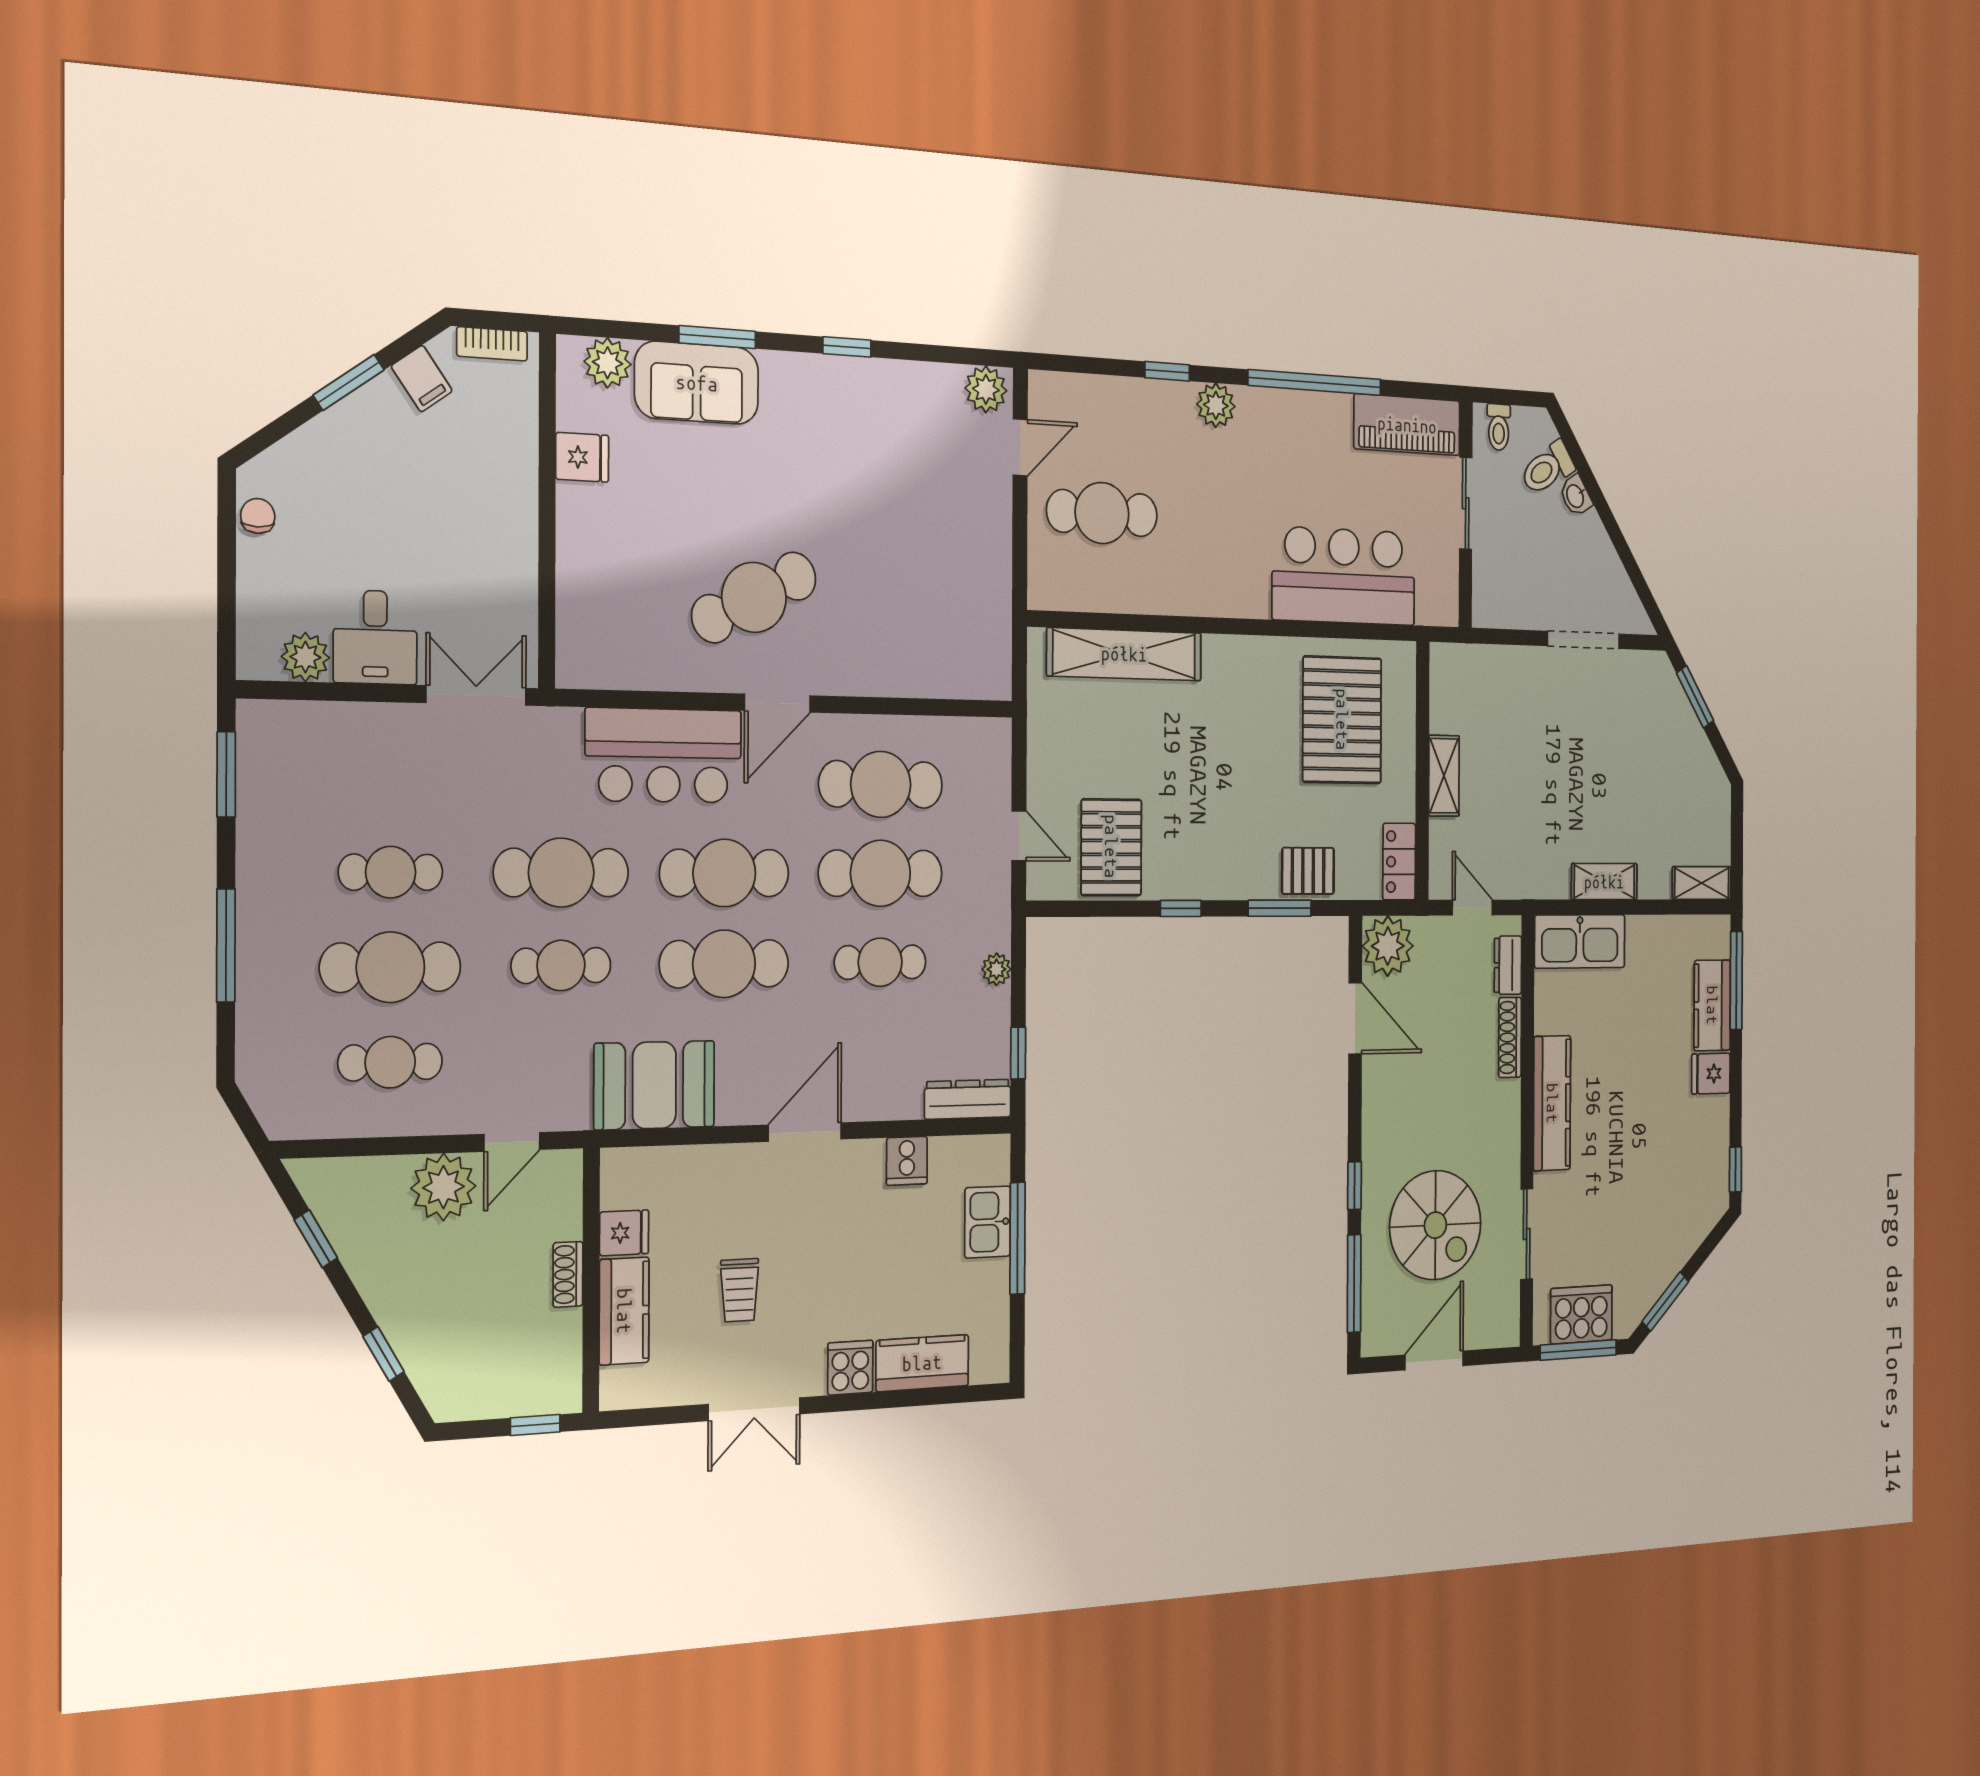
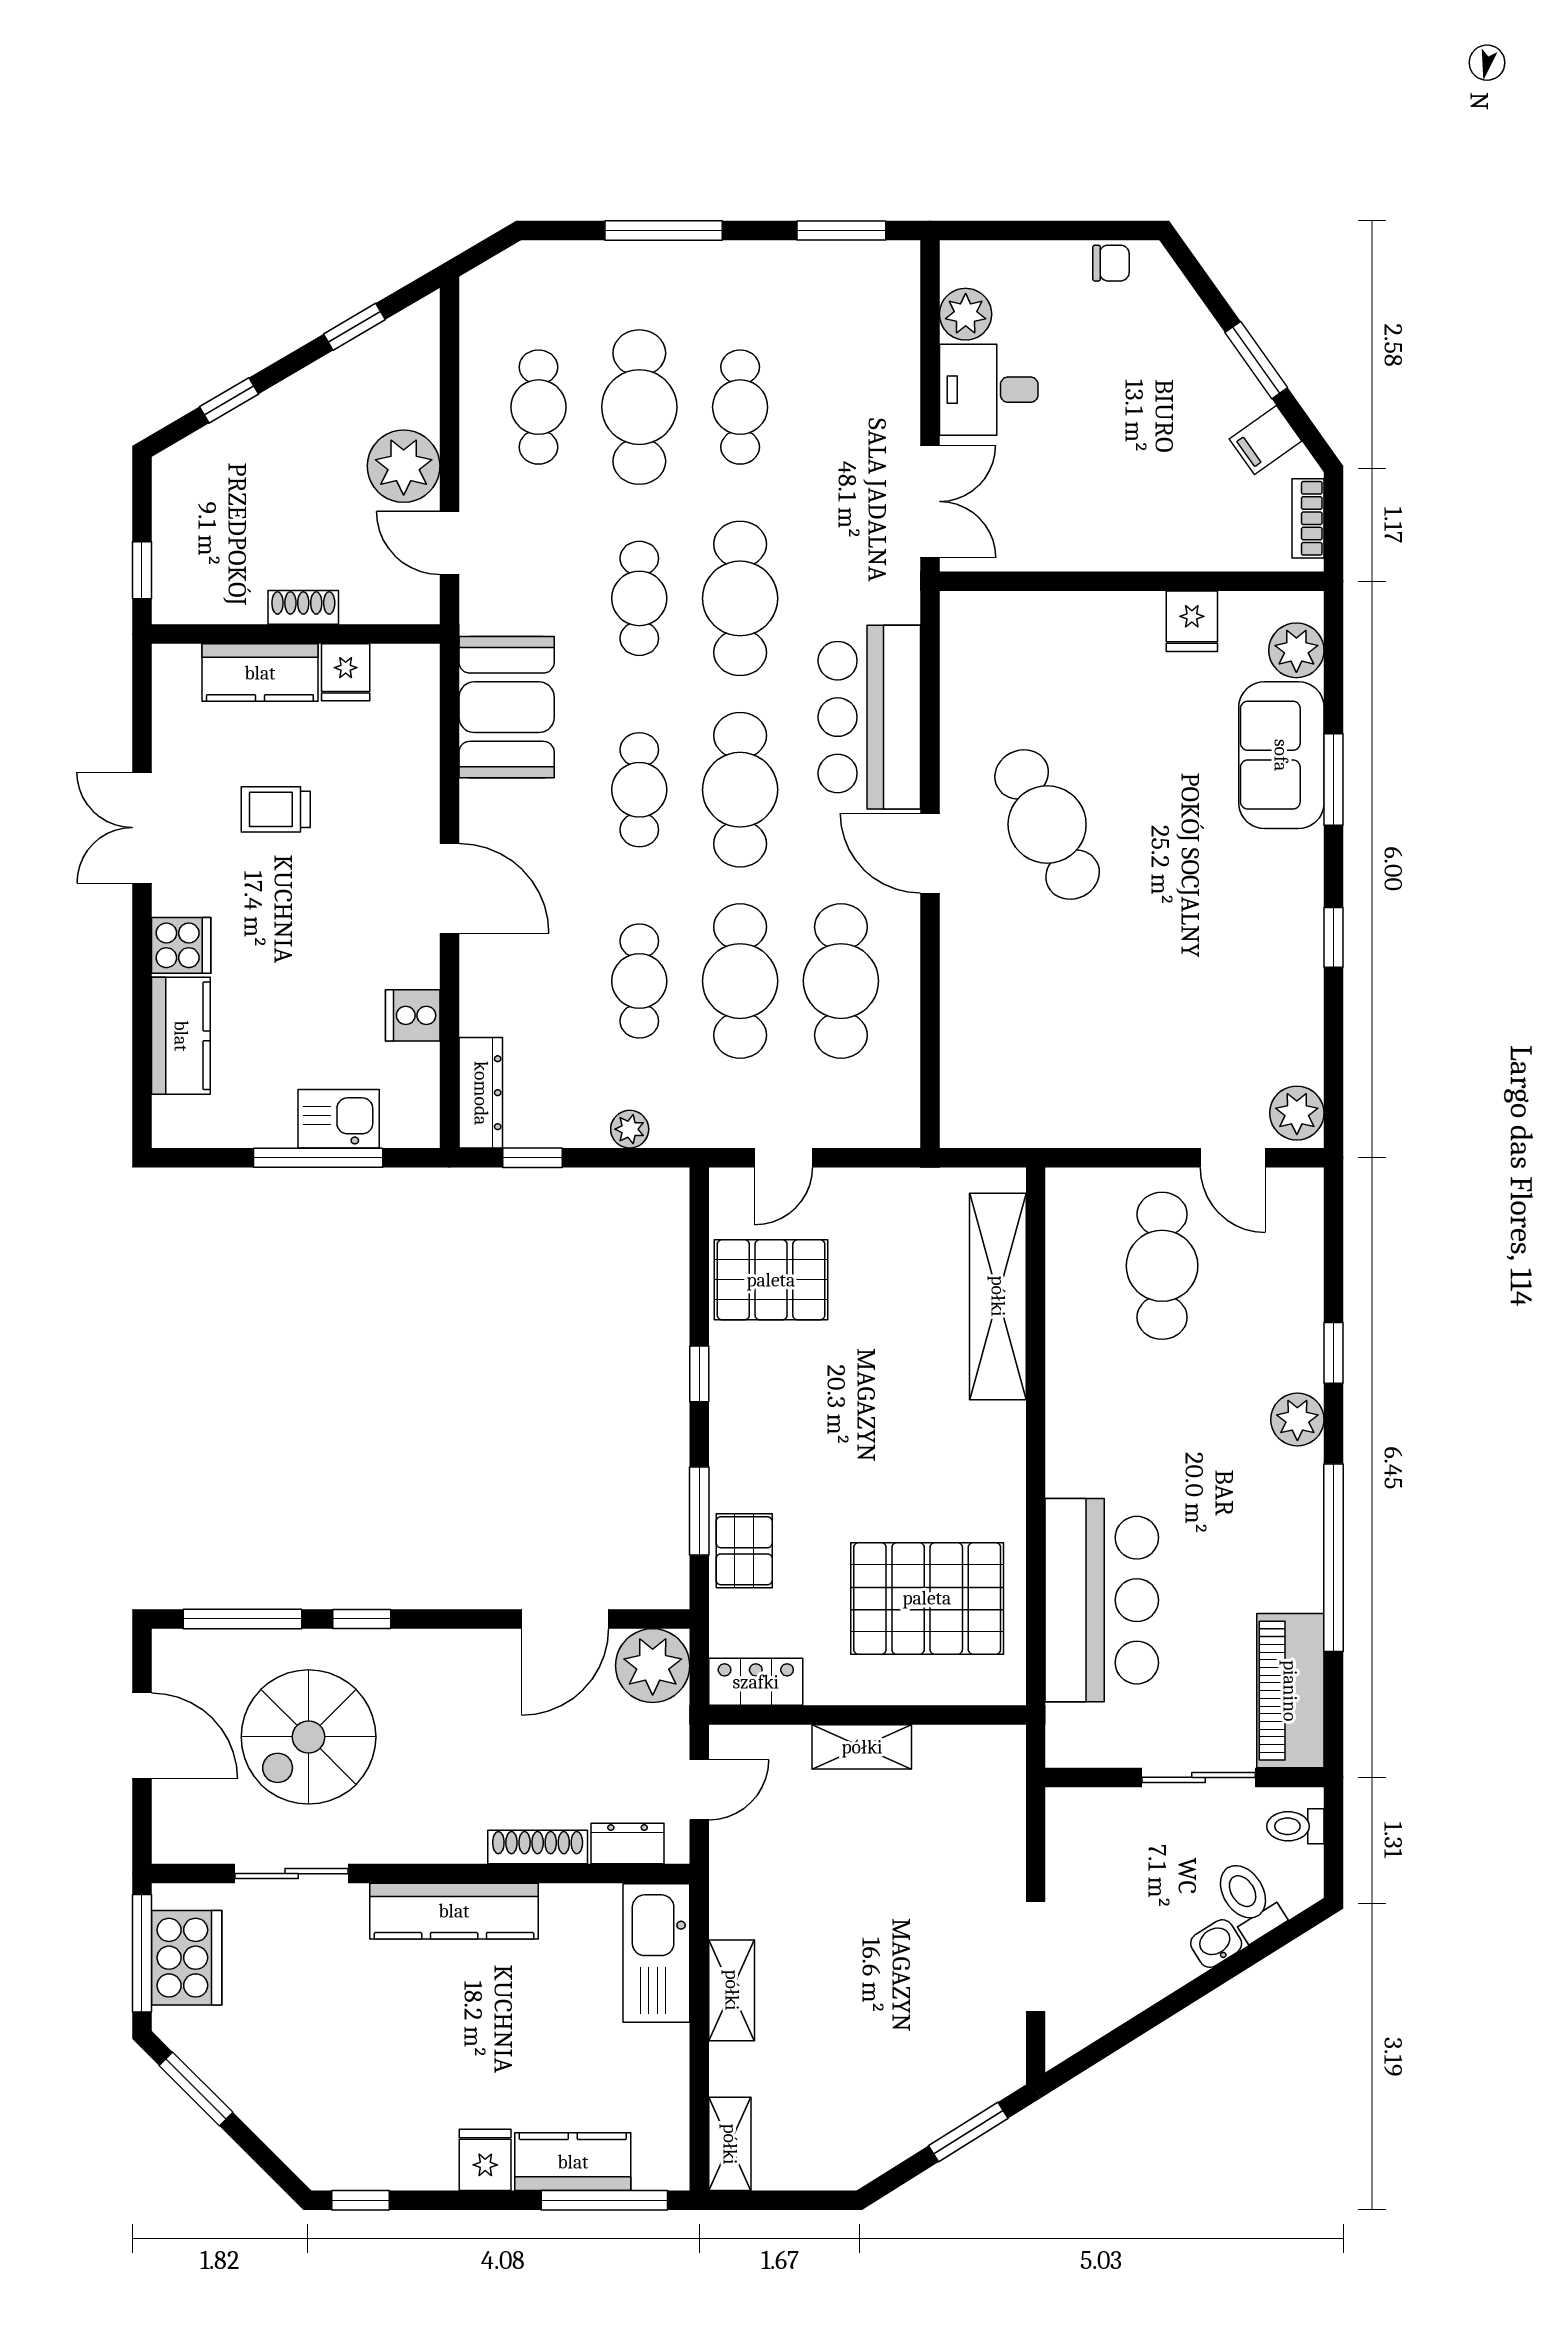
cafe table: (724, 964) -> (639, 790), width x0.73, depth x0.74

